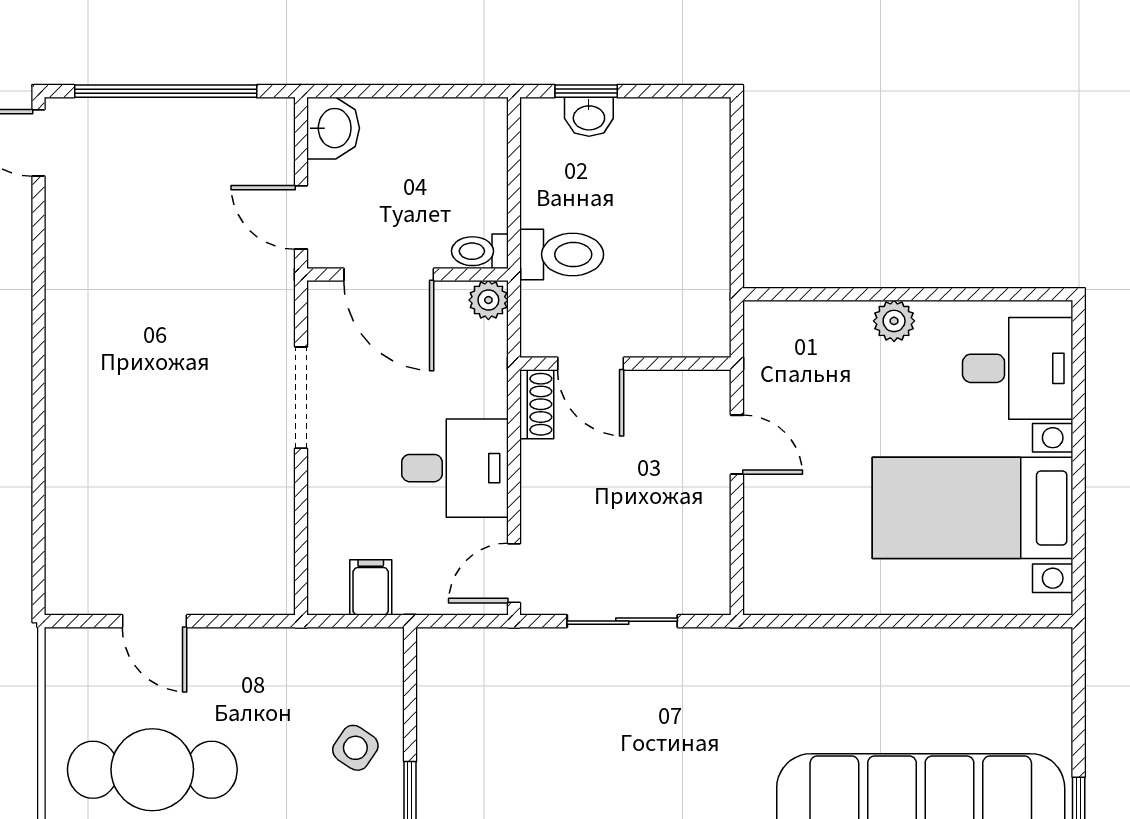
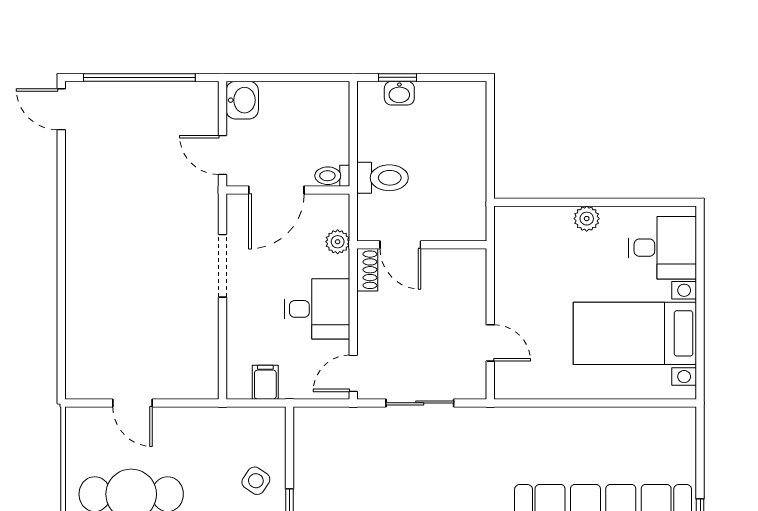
door: (389, 274) -> (276, 190), hinge flipped
plant: (488, 300) -> (338, 242), moved
door: (737, 445) -> (490, 343), moved

